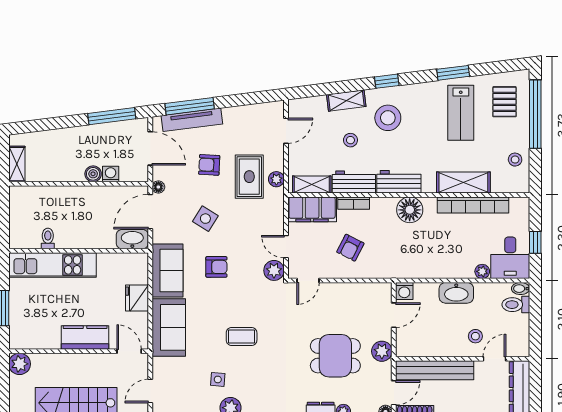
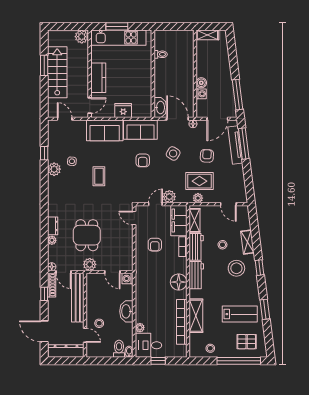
lab bench: (461, 113) -> (240, 314), turned 180
armchair: (350, 248) -> (155, 245), turned -117
kitchen unit: (52, 265) -> (118, 38), moved, turned -90
plant: (274, 270) -> (169, 197), moved

